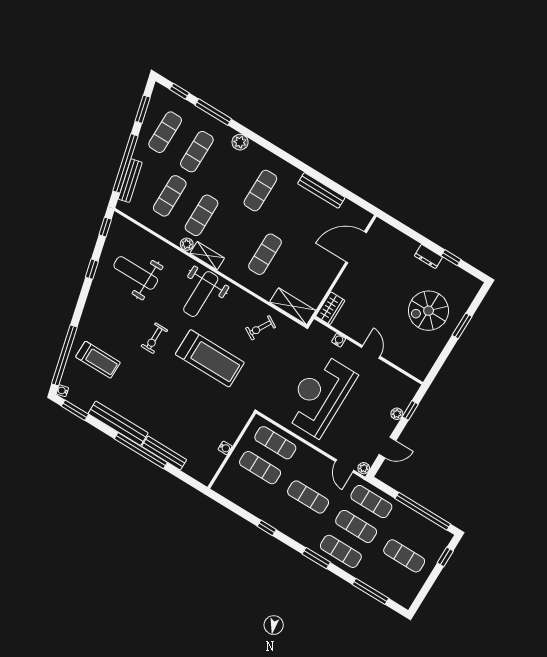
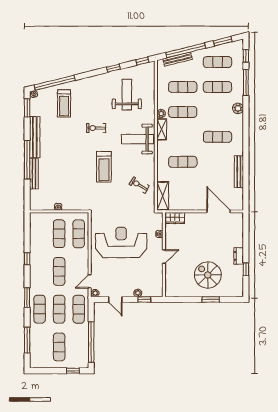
treadmill: (210, 358) -> (104, 167), width x0.73, depth x0.73

